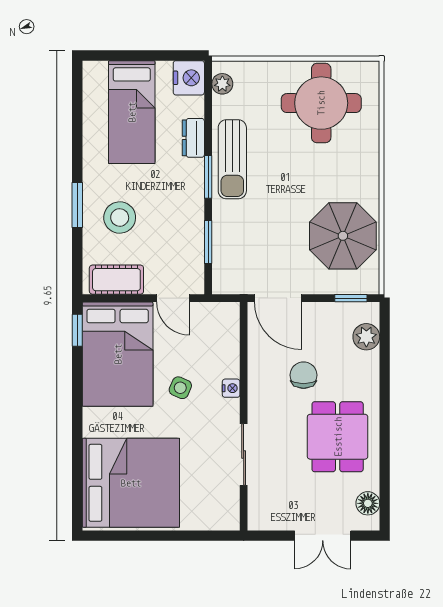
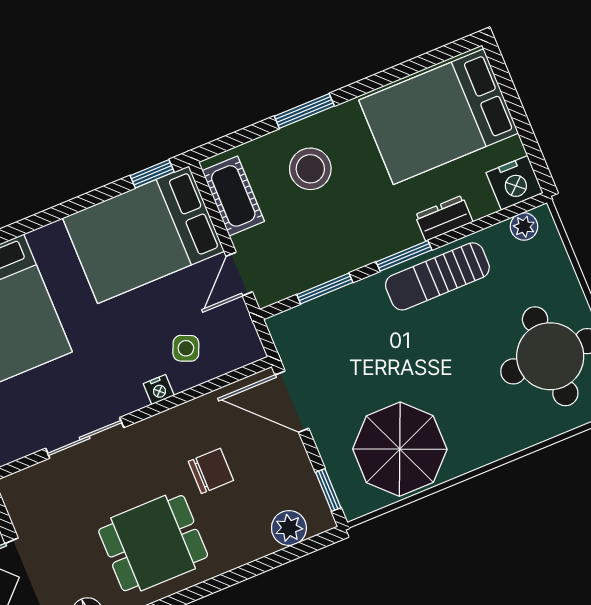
bed: (132, 112) -> (439, 117), width x1.50
door: (278, 298) -> (292, 402), hinge flipped
side table: (180, 388) -> (186, 348), moved

